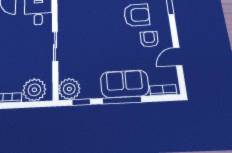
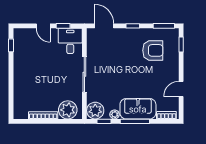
armchair: (149, 39) -> (161, 73), removed
sliding door: (55, 46) -> (84, 74), width x1.37
plant: (94, 93) -> (115, 114), added

